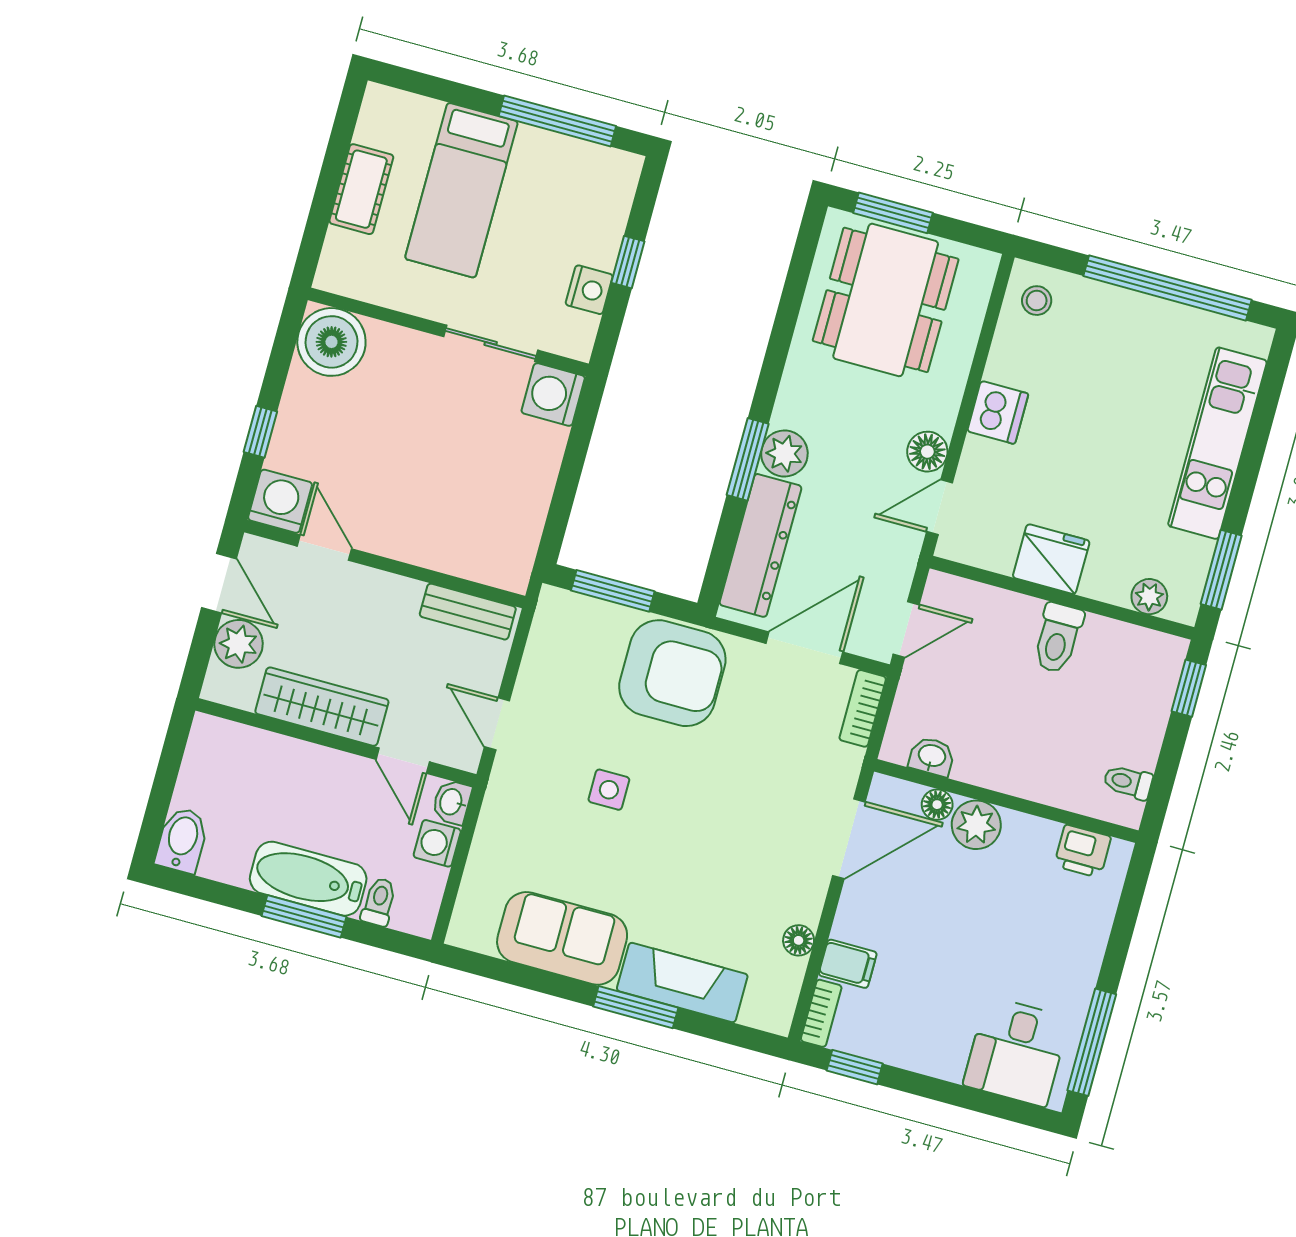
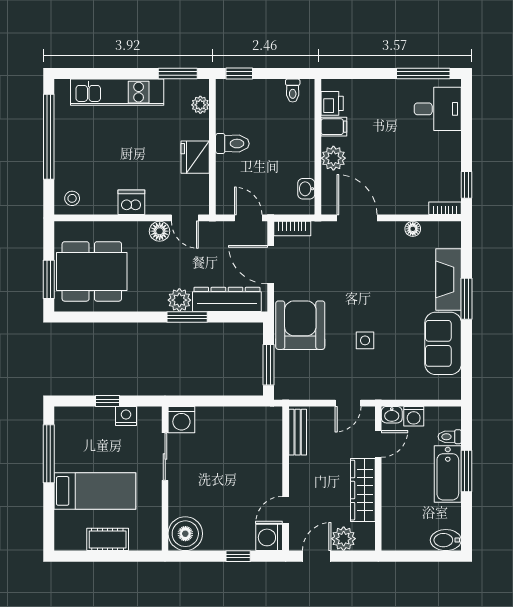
floor lamp: (937, 805) -> (329, 180), removed
filing cabinet: (848, 964) -> (334, 127), moved, turned 90

